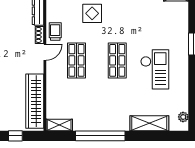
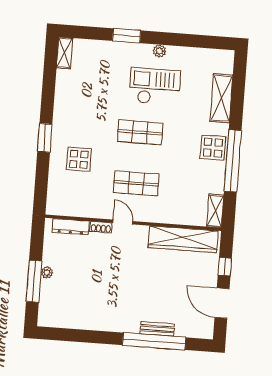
trolley: (55, 31) -> (98, 207), removed
plant: (183, 117) -> (159, 51), moved
display table: (109, 119) -> (213, 148), added

